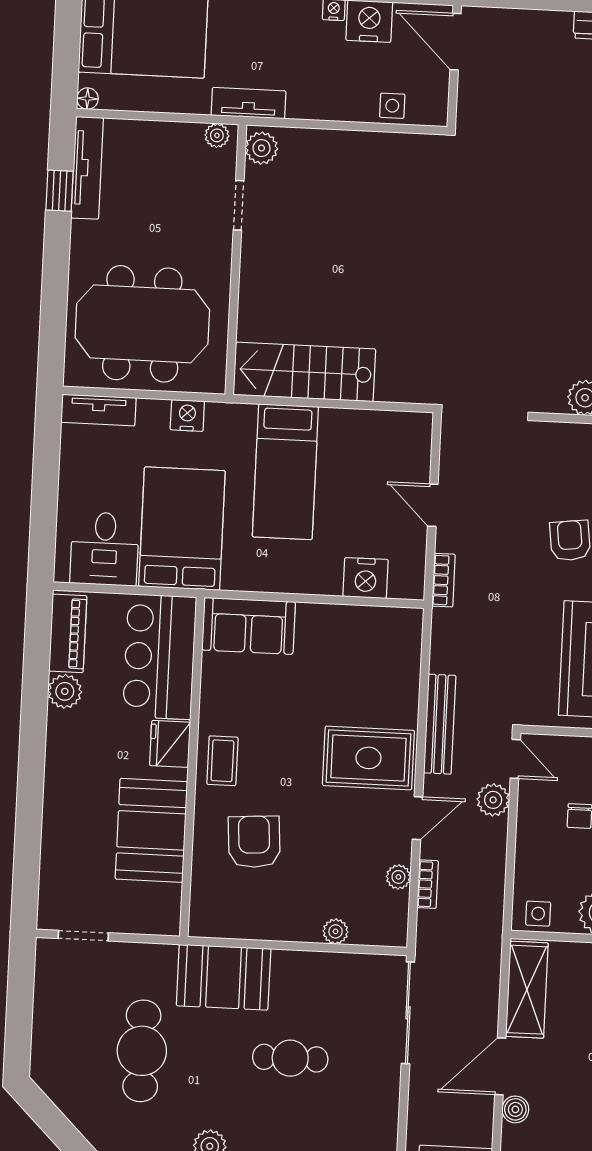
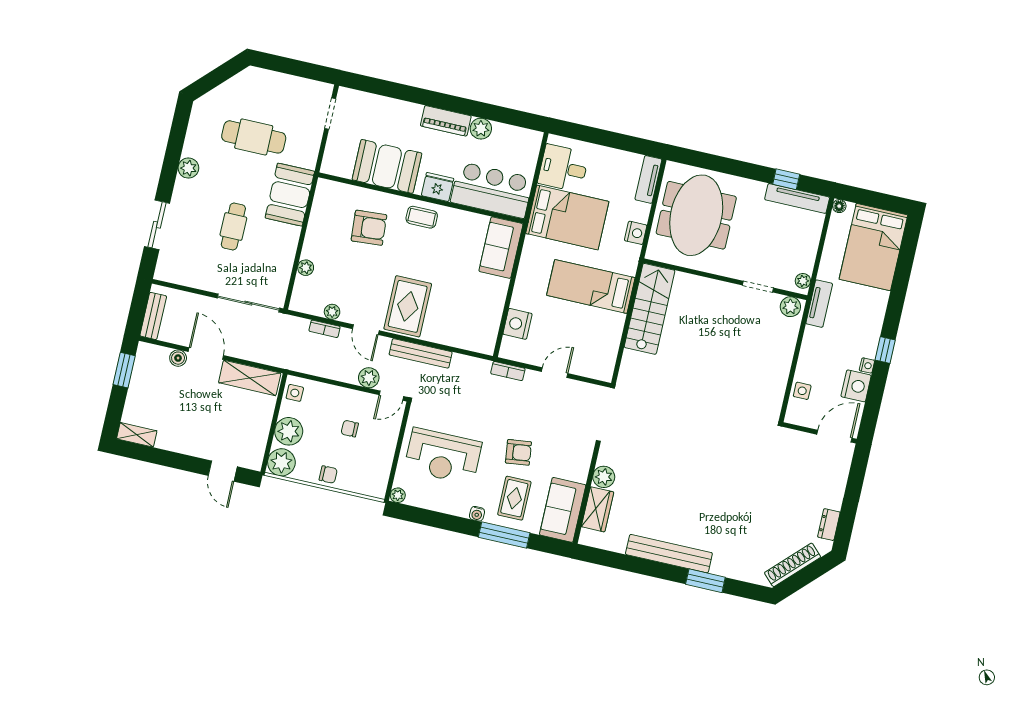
piano: (68, 633) -> (446, 121), moved

